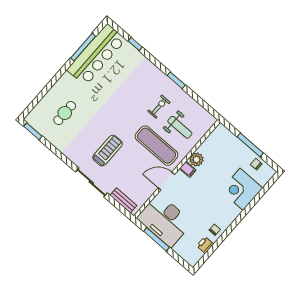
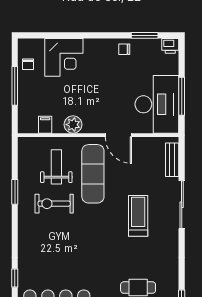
window: (176, 80) -> (15, 192), moved
exercise bike: (159, 107) -> (54, 204), width x1.38, depth x1.39
treadmill: (108, 151) -> (138, 216), turned 90
filing cabinet: (188, 169) -> (45, 125), moved
printer: (205, 245) -> (170, 46), moved
window: (212, 249) -> (145, 35), added

